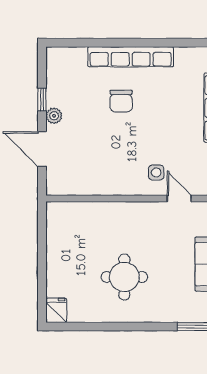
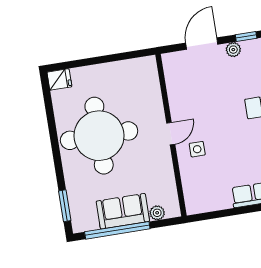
door: (179, 199) -> (171, 134), moved
round table: (124, 277) -> (99, 136), width x1.86, depth x1.86

